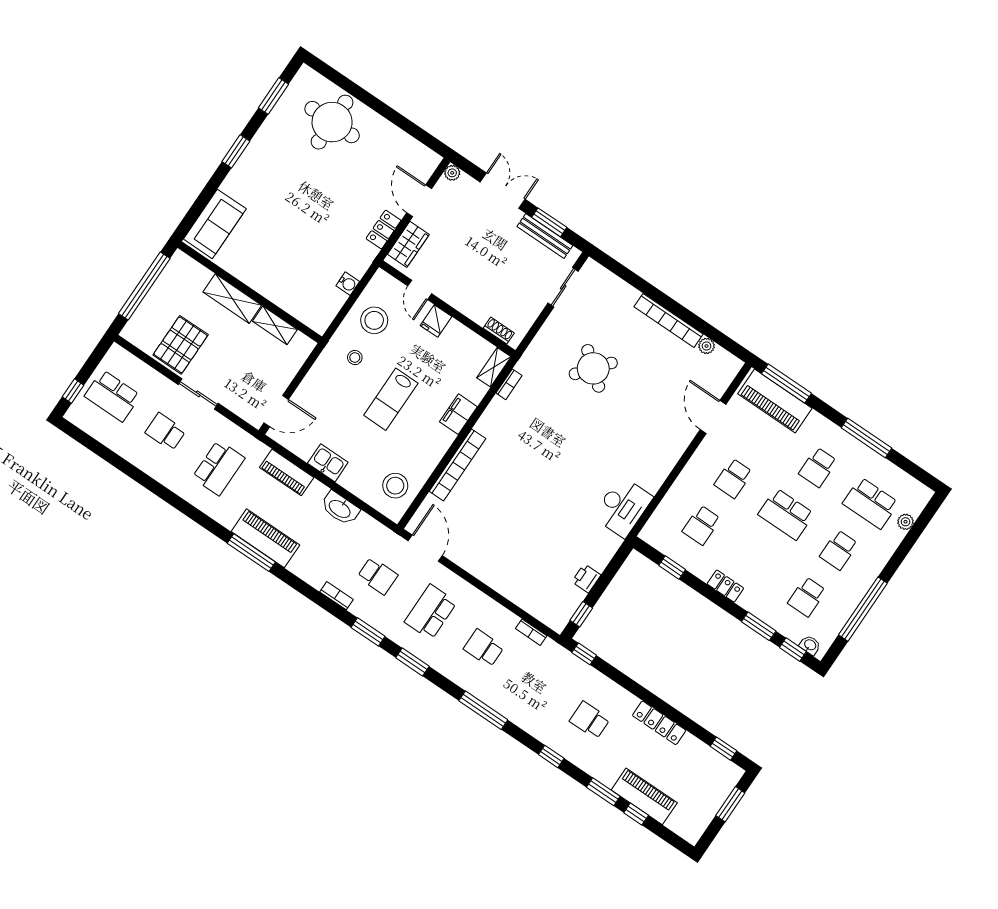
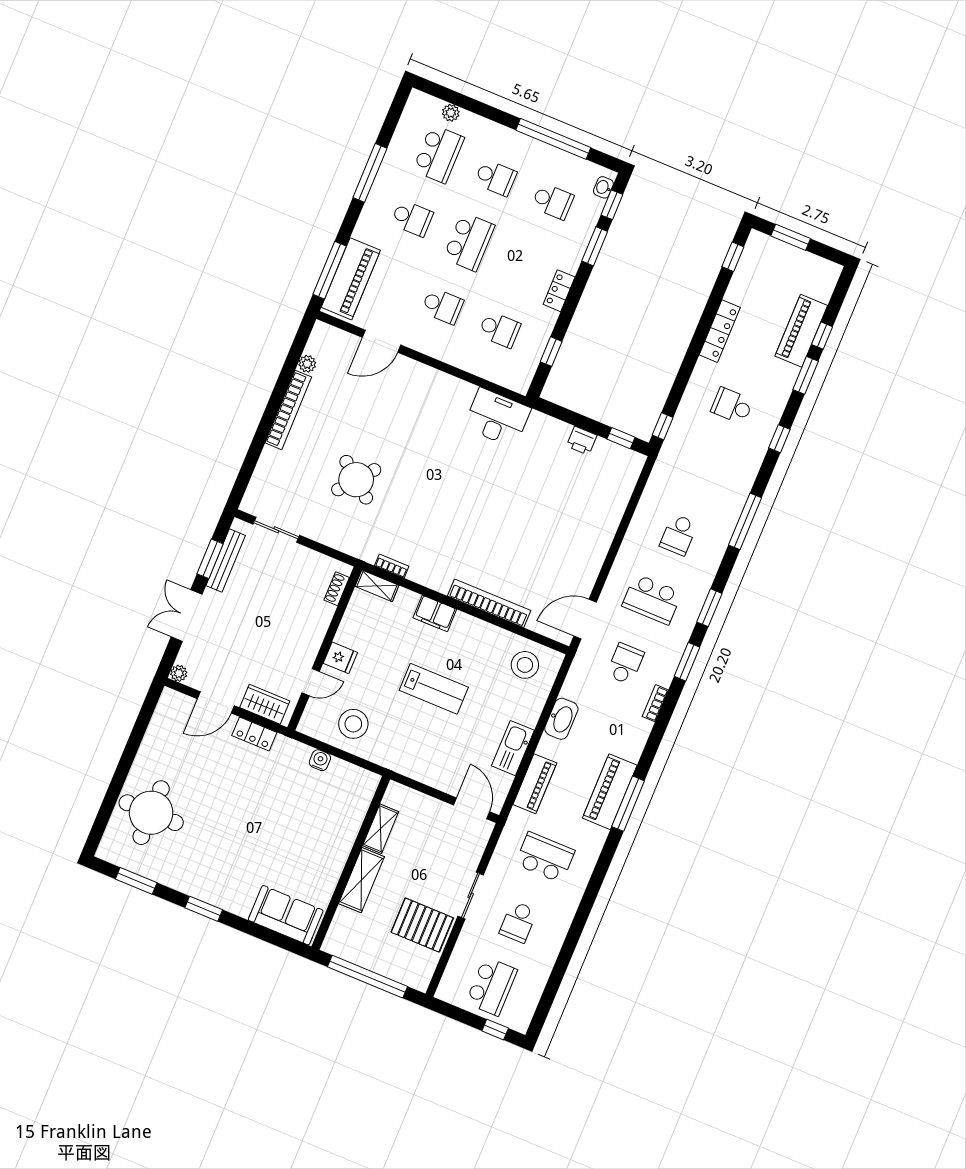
stool: (355, 358) -> (397, 736), removed
kitchen sink: (328, 463) -> (513, 748), width x1.38
bookcase: (531, 632) -> (651, 488), removed
school desk: (590, 720) -> (732, 406), turned 90

